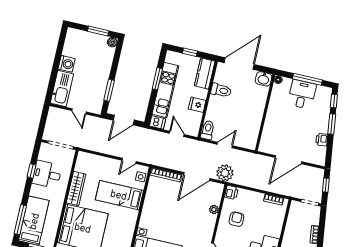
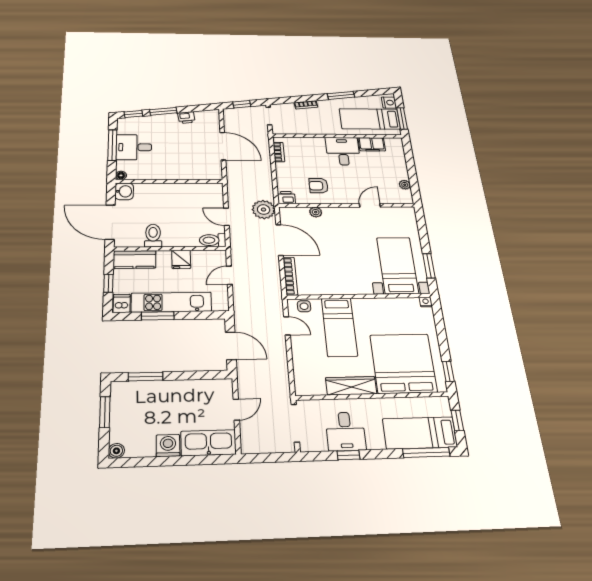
boiler: (112, 42) -> (116, 451), moved
window: (109, 90) -> (146, 377), moved
dishwasher: (158, 122) -> (122, 303), moved

